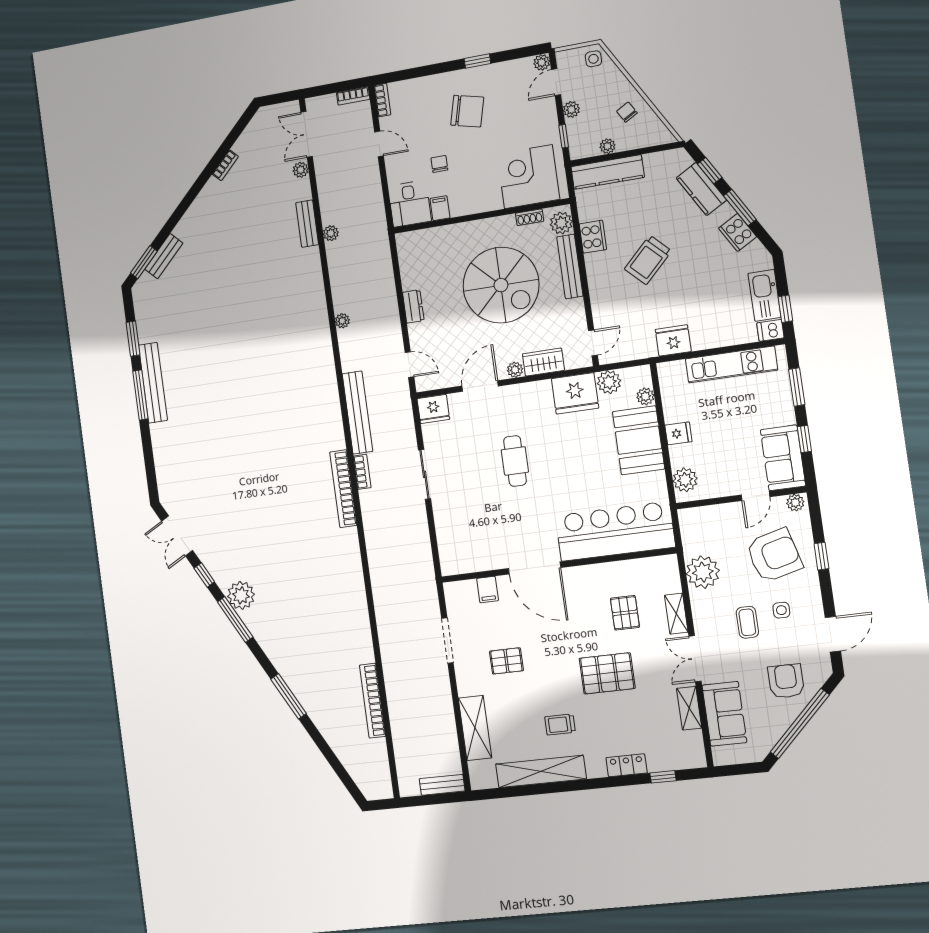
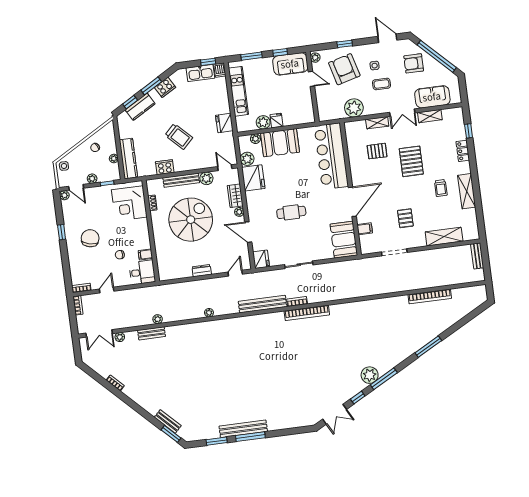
plant: (561, 223) -> (206, 178), moved
plant: (685, 480) -> (263, 122), moved
booth: (468, 553) -> (344, 240), added
shelving: (541, 771) -> (467, 191), width x0.68

